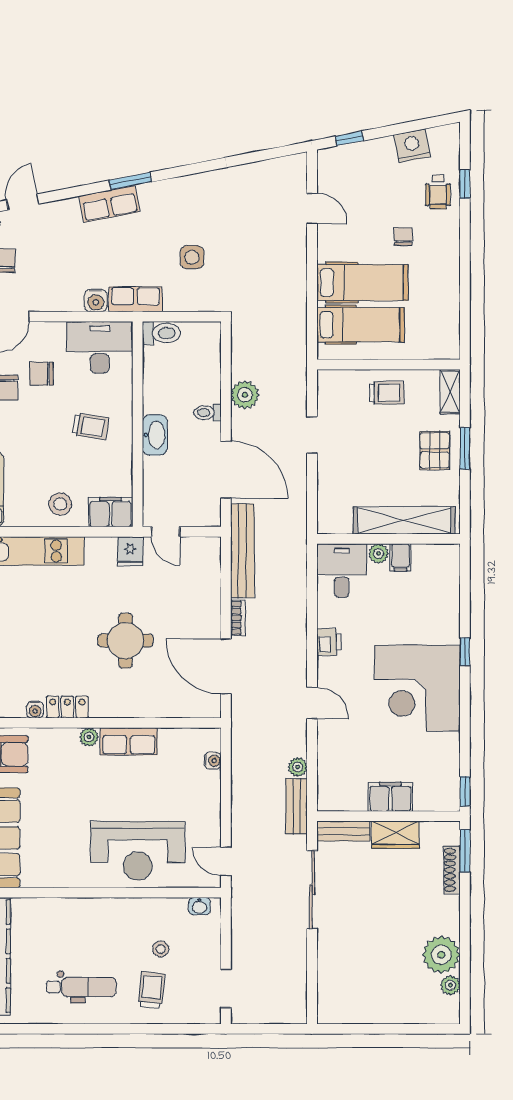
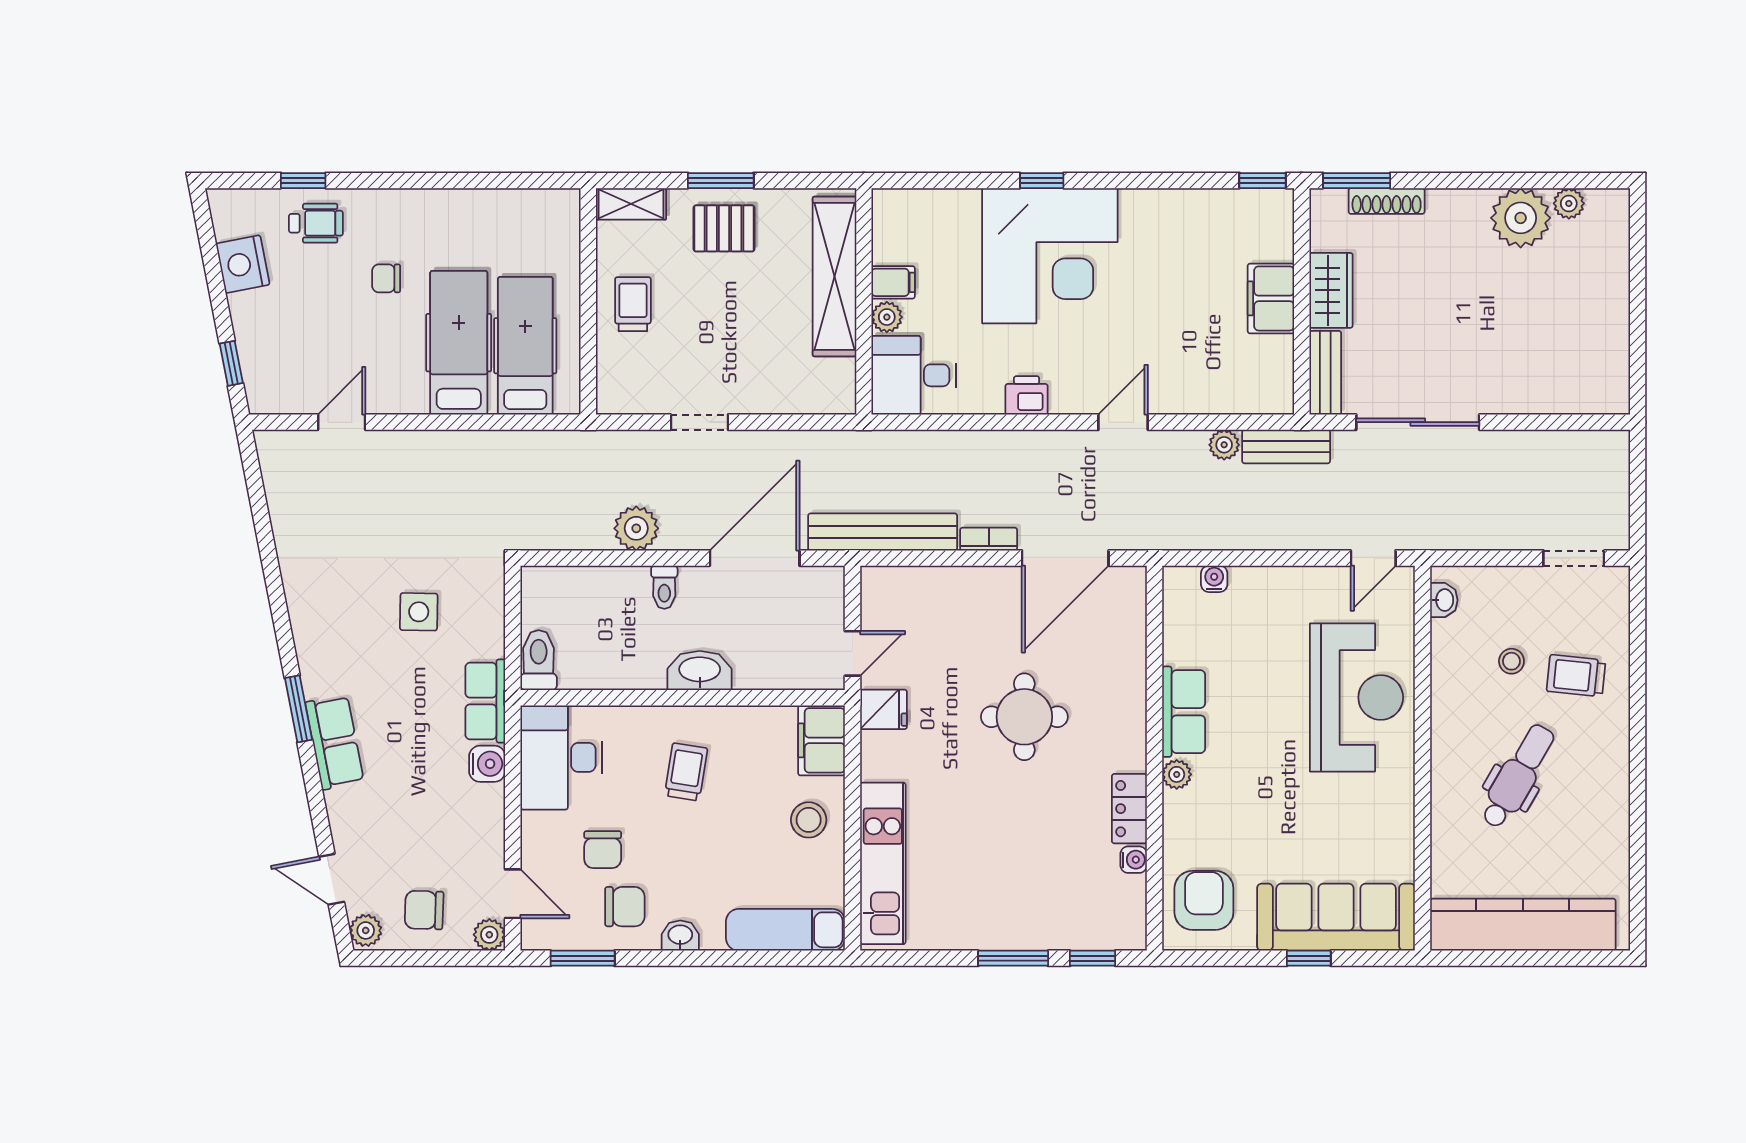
corner desk: (417, 688) -> (1050, 256), moved
dental chair: (81, 987) -> (1518, 776), moved, turned 30

